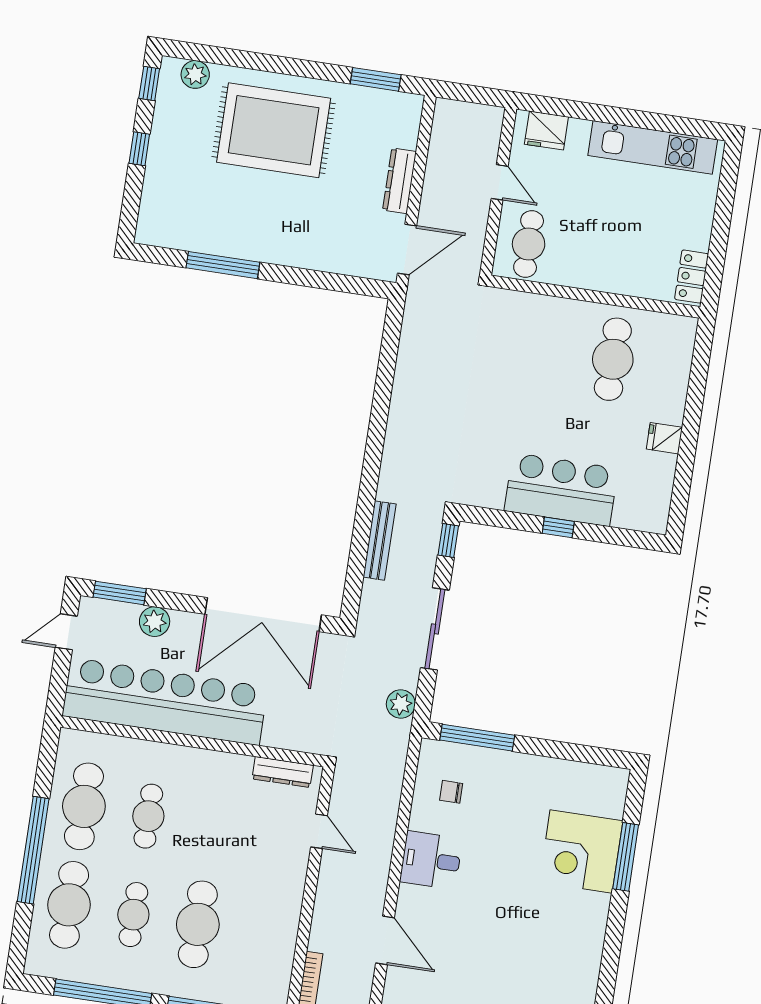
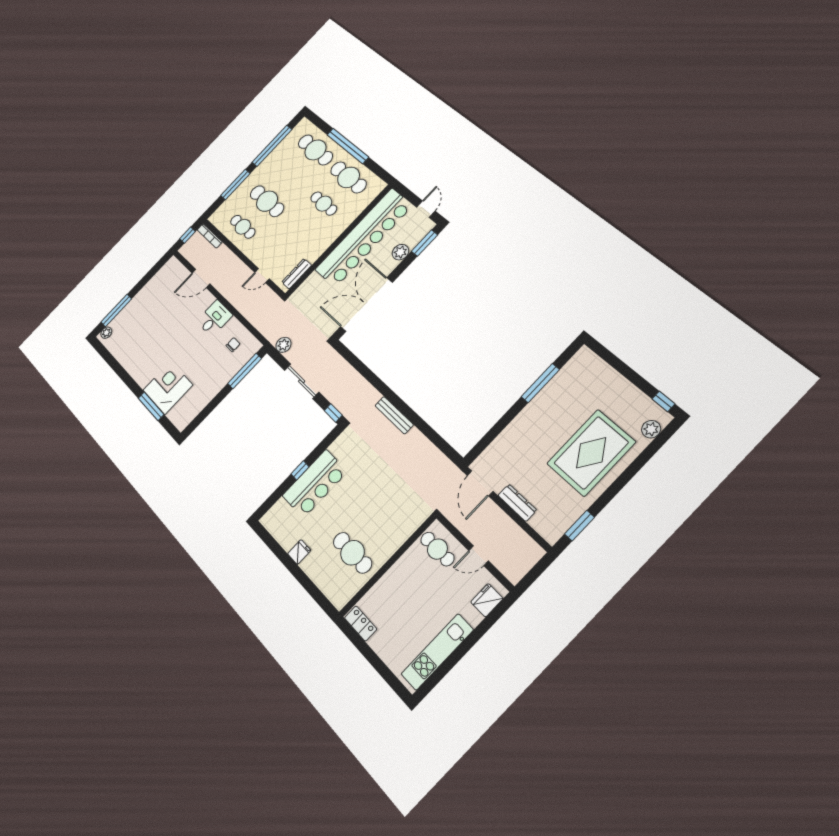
window: (139, 149) -> (631, 376), removed
bench: (380, 541) -> (394, 415), moved
cafe table: (133, 915) -> (243, 227), moved

